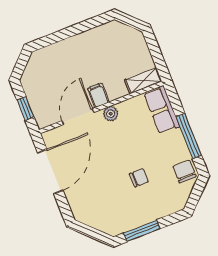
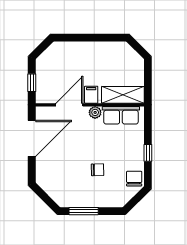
shelving: (143, 81) -> (123, 95), width x1.50, depth x1.33
row of seats: (162, 110) -> (121, 115), moved, turned -90
window: (189, 136) -> (148, 153), width x0.46

